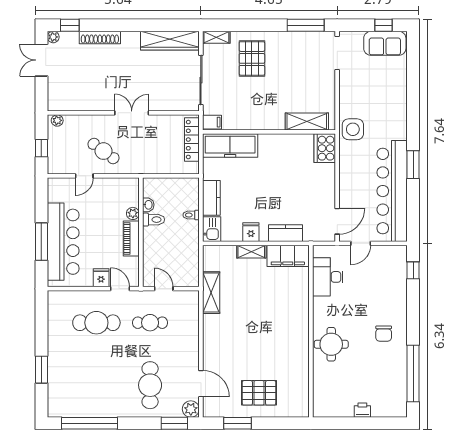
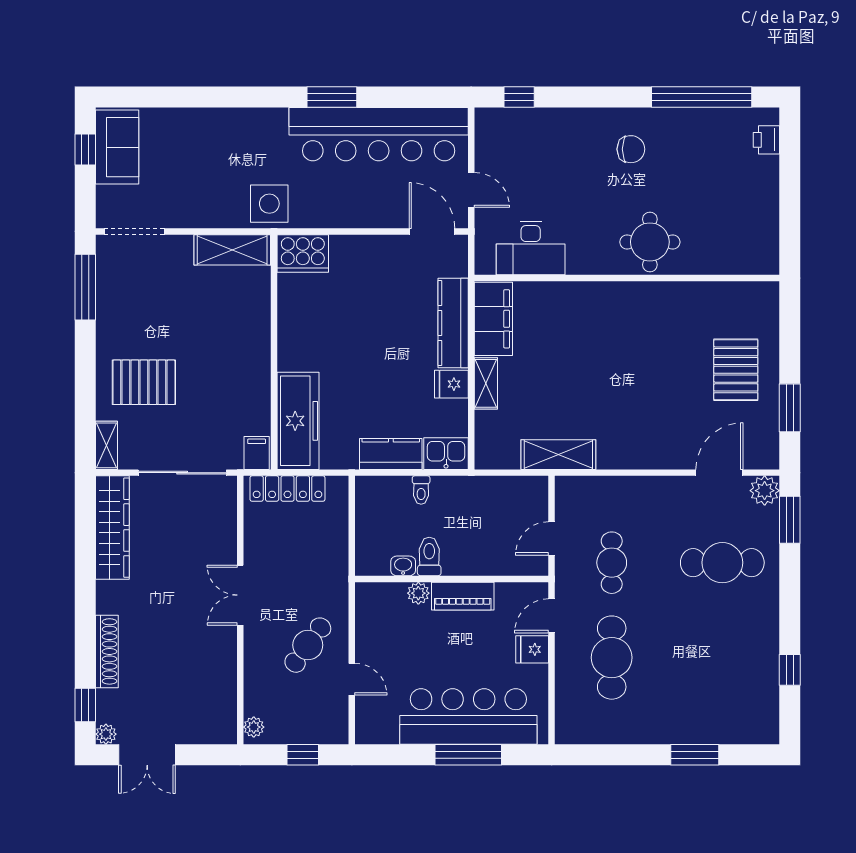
shelving: (307, 122) -> (232, 250), moved, turned 90
kitchen counter: (285, 233) -> (453, 323), width x1.50
printer: (362, 410) -> (766, 140), moved
window: (89, 423) -> (790, 670), width x0.32

